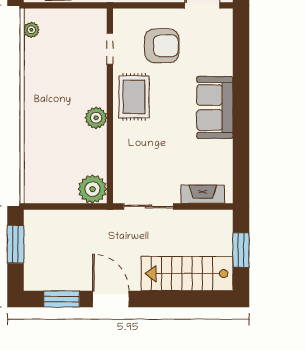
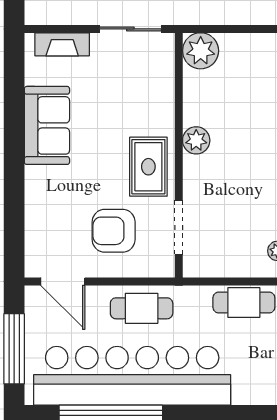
doorway: (110, 49) -> (179, 227), width x1.38
sofa: (215, 107) -> (47, 125), moved

